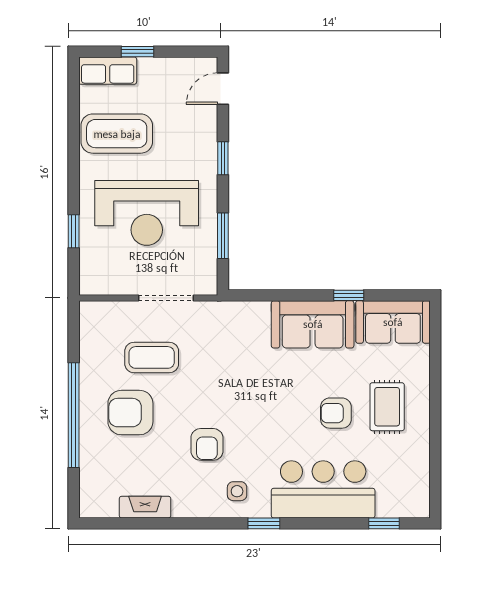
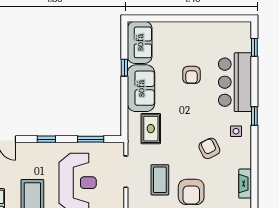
rug: (387, 407) -> (151, 129), moved, turned 90
armchair: (207, 444) -> (209, 148), turned -116

